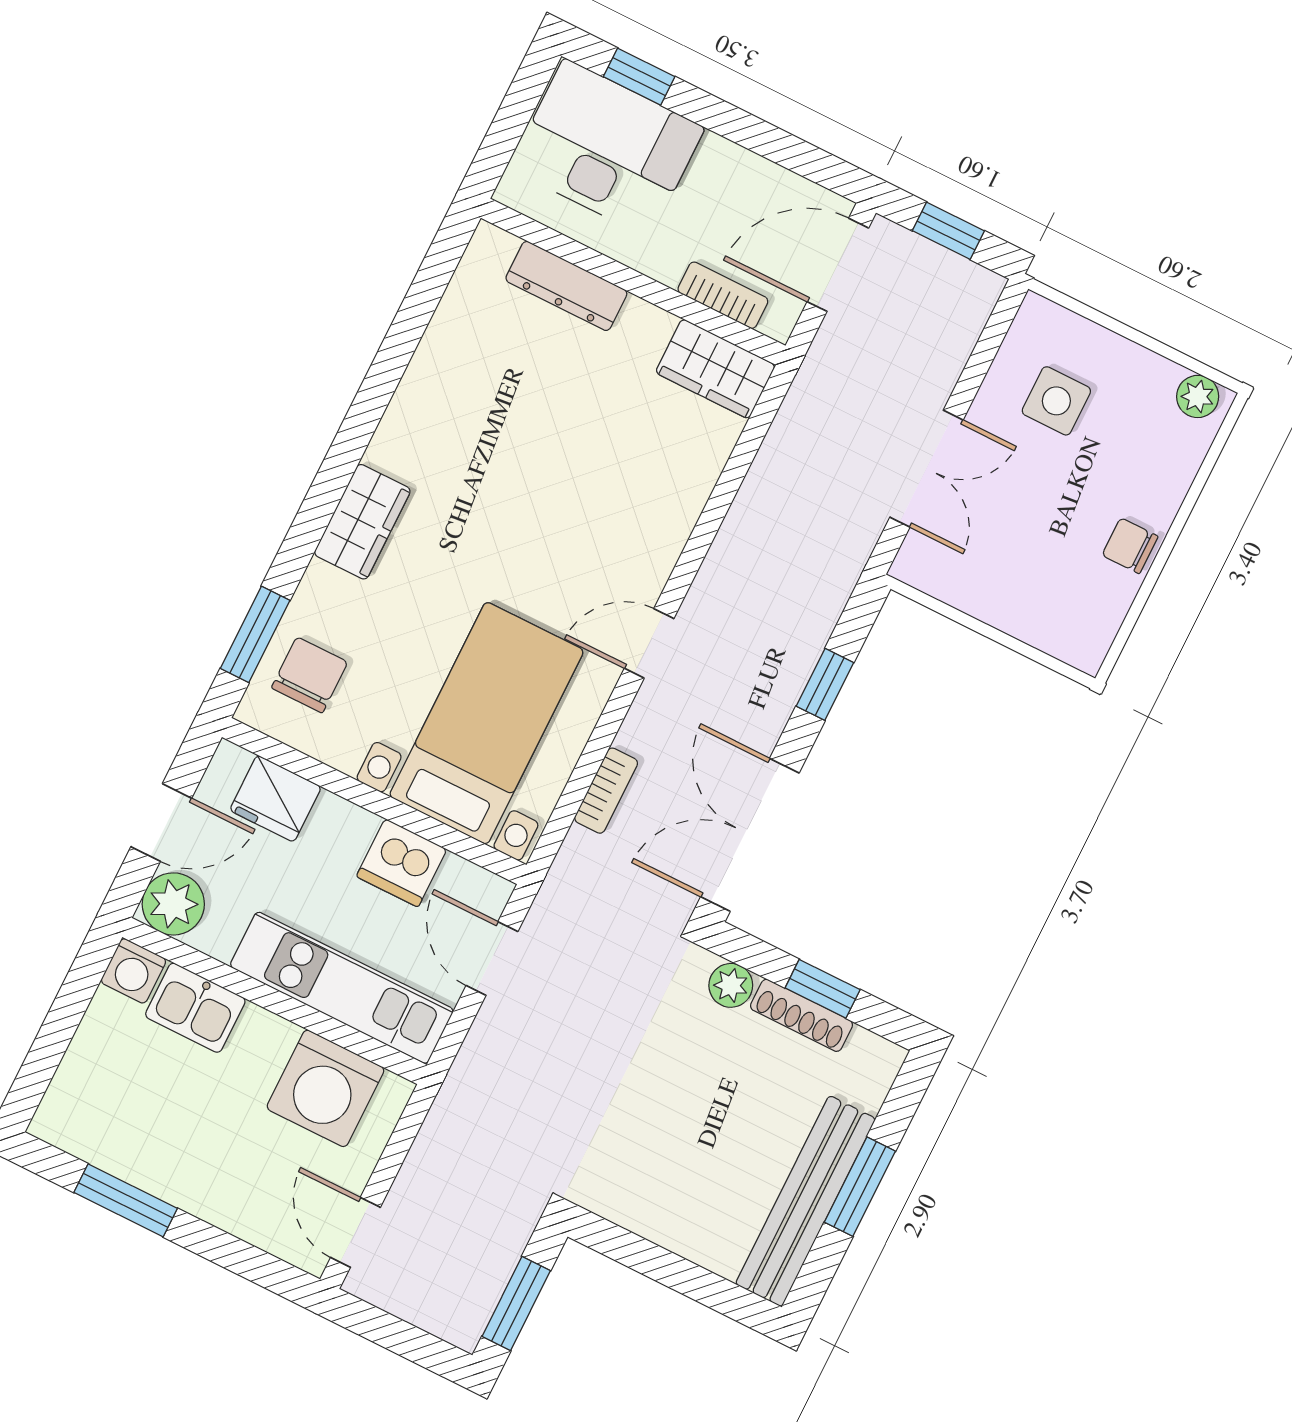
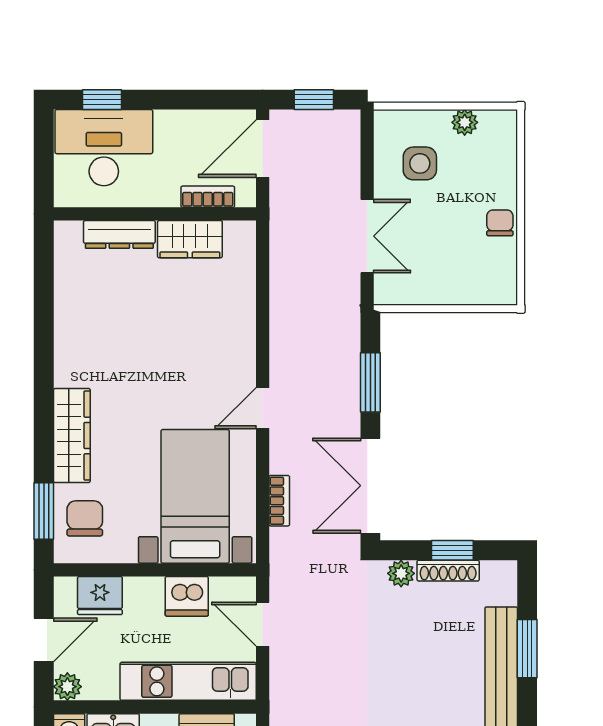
wardrobe: (715, 369) -> (190, 239), moved
plant: (1198, 397) -> (465, 122), moved
wardrobe: (362, 522) -> (72, 436), width x1.50
chair: (1130, 546) -> (500, 223), turned 90
window: (825, 684) -> (370, 382), width x1.50
plant: (173, 904) -> (67, 687), width x0.73, depth x0.73

